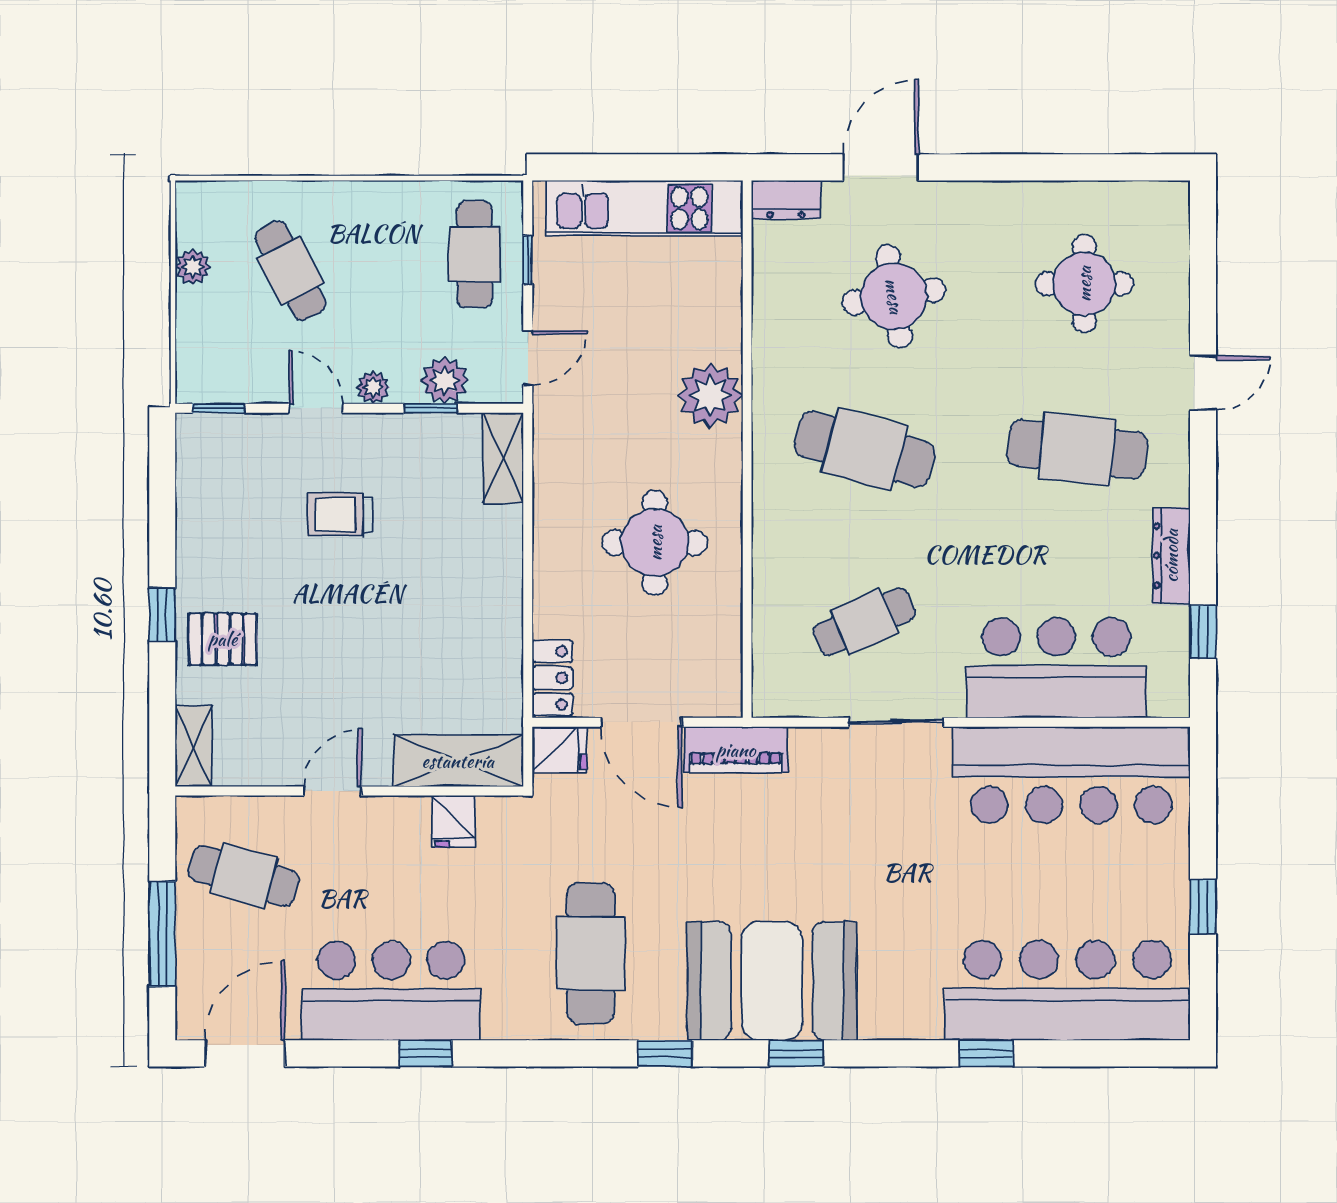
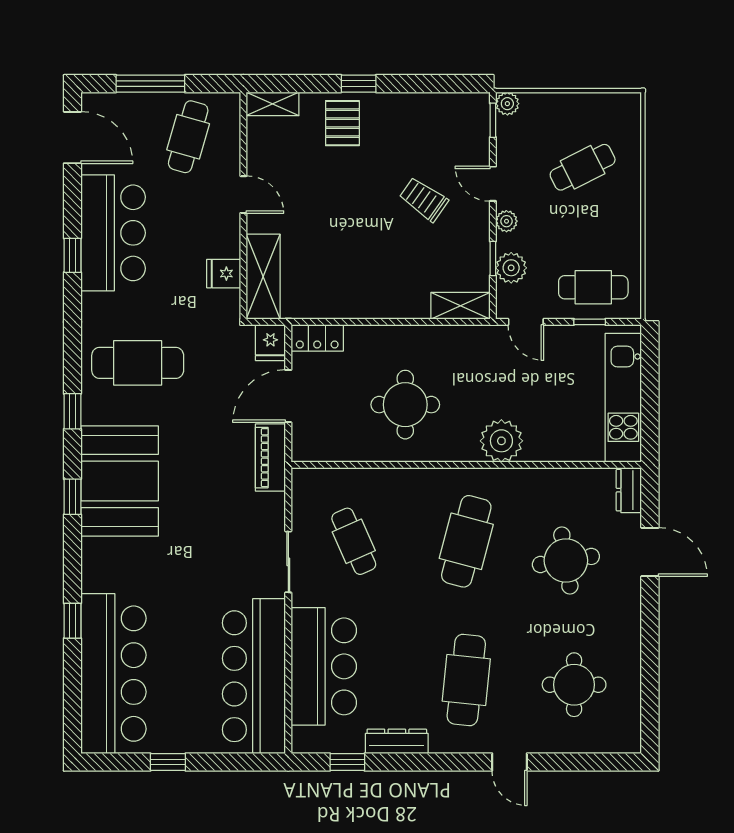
plant: (193, 267) -> (507, 104), moved
door: (316, 408) -> (493, 184), swing flipped
trolley: (340, 515) -> (424, 199), turned -55

